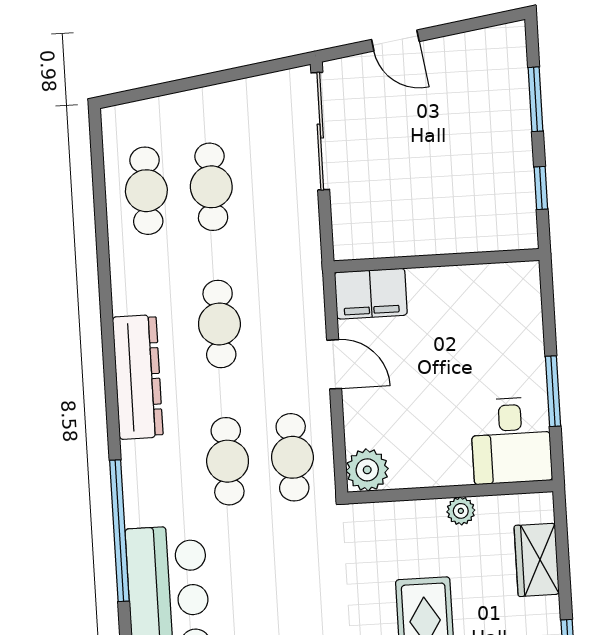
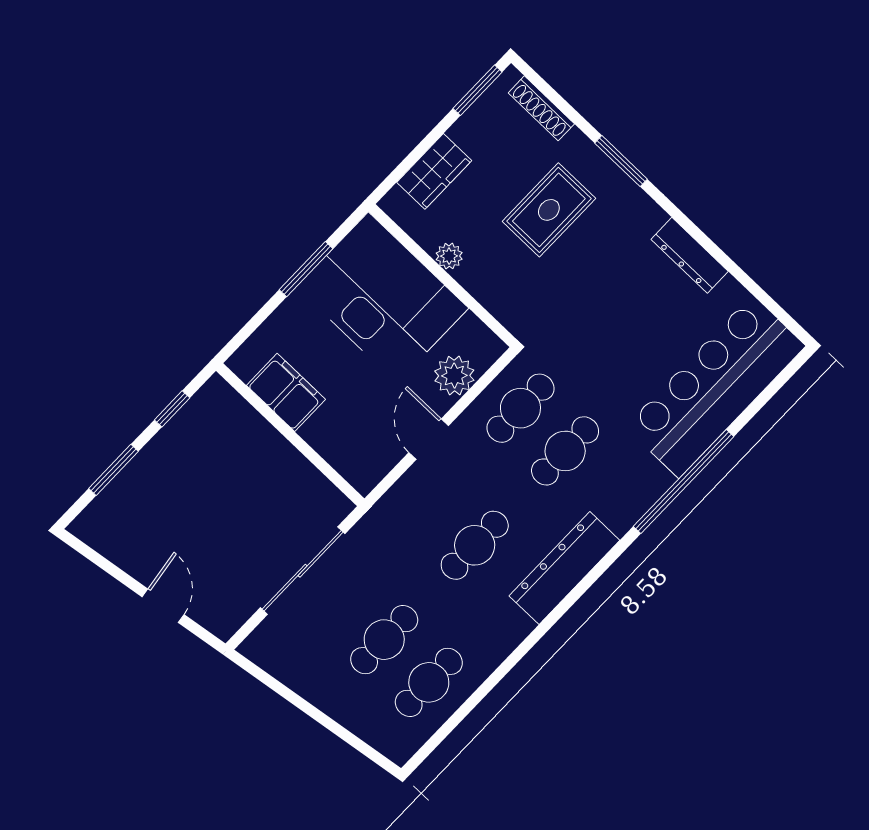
sliding door: (320, 131) -> (303, 571), moved
filing cabinet: (371, 294) -> (286, 392), moved
desk: (511, 440) -> (382, 298), width x1.87, depth x1.30
plant: (367, 470) -> (454, 376), moved

